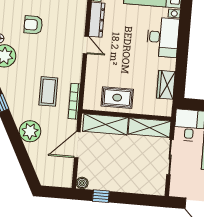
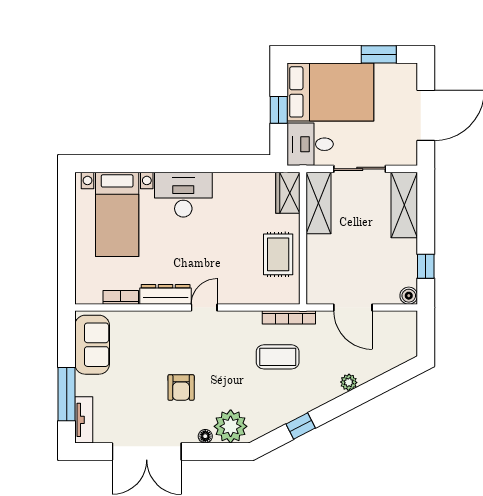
wardrobe: (166, 85) -> (288, 193), moved, turned 90
shelving: (105, 124) -> (404, 205), moved
plant: (30, 131) -> (349, 382), width x0.53, depth x0.53

